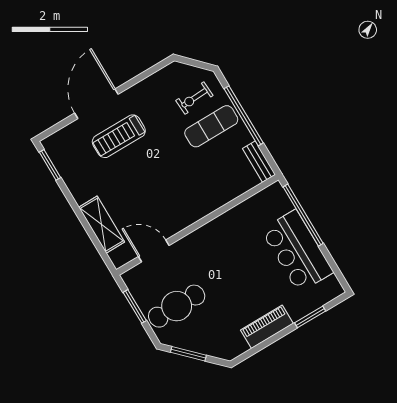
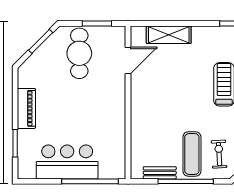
bench: (259, 162) -> (160, 173), moved

